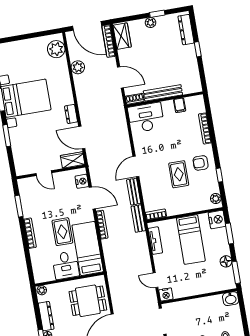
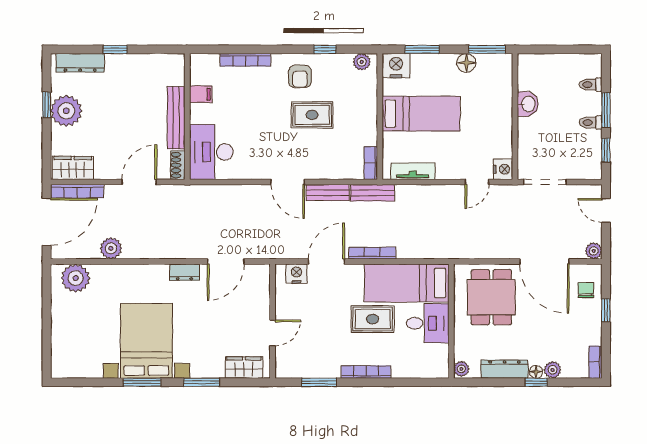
plant: (151, 23) -> (66, 111), width x1.87, depth x1.87
wardrobe: (73, 160) -> (244, 367), moved, turned 90
washbasin: (231, 299) -> (528, 104), moved

